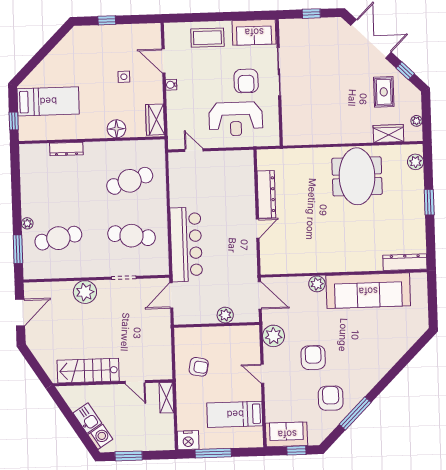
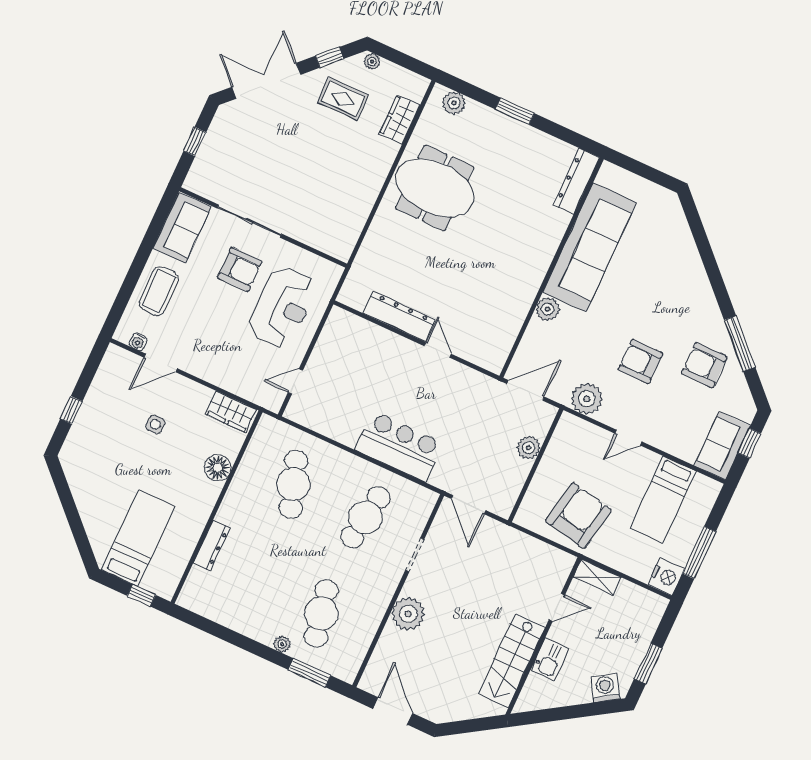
water cooler: (171, 85) -> (138, 342), moved
plant: (417, 121) -> (372, 61), moved
bar counter: (186, 244) -> (399, 446), width x0.73
armchair: (199, 367) -> (578, 515), width x1.88, depth x1.88
kitchen sink: (87, 418) -> (550, 659), moved, turned 122

